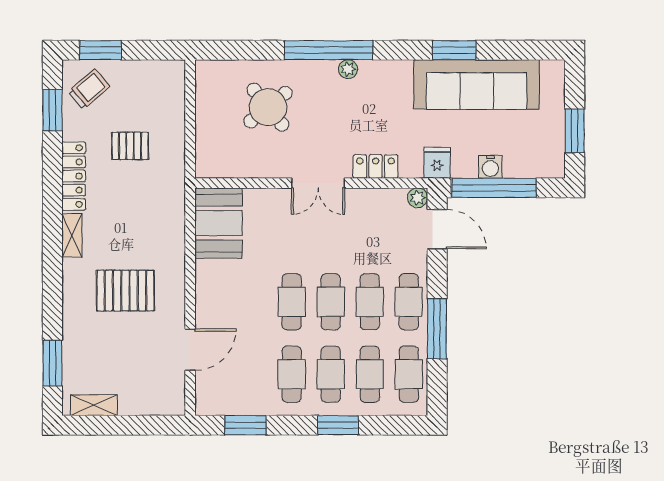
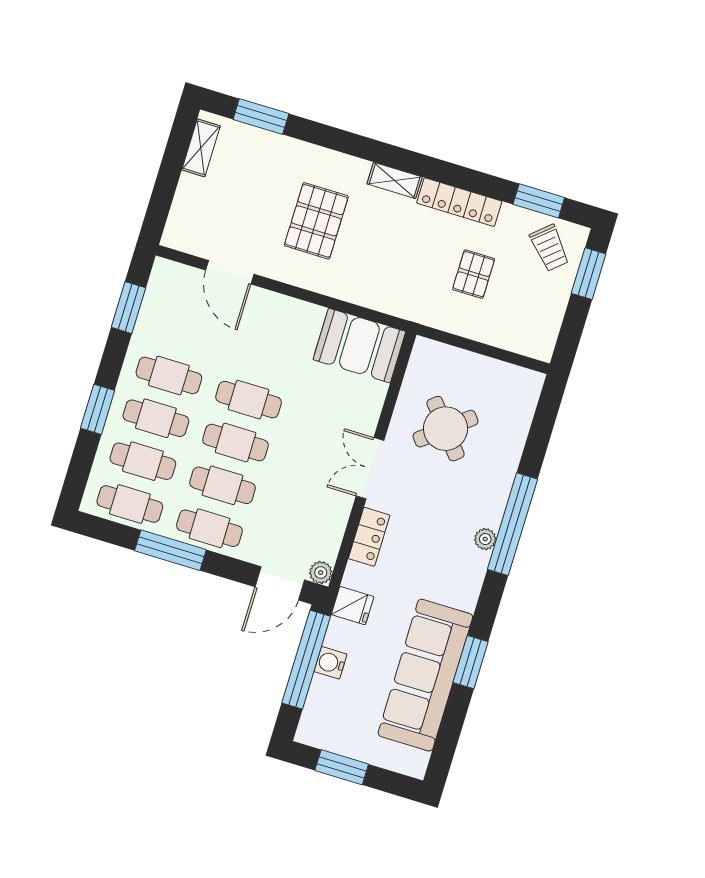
round table: (268, 107) -> (445, 429), moved

